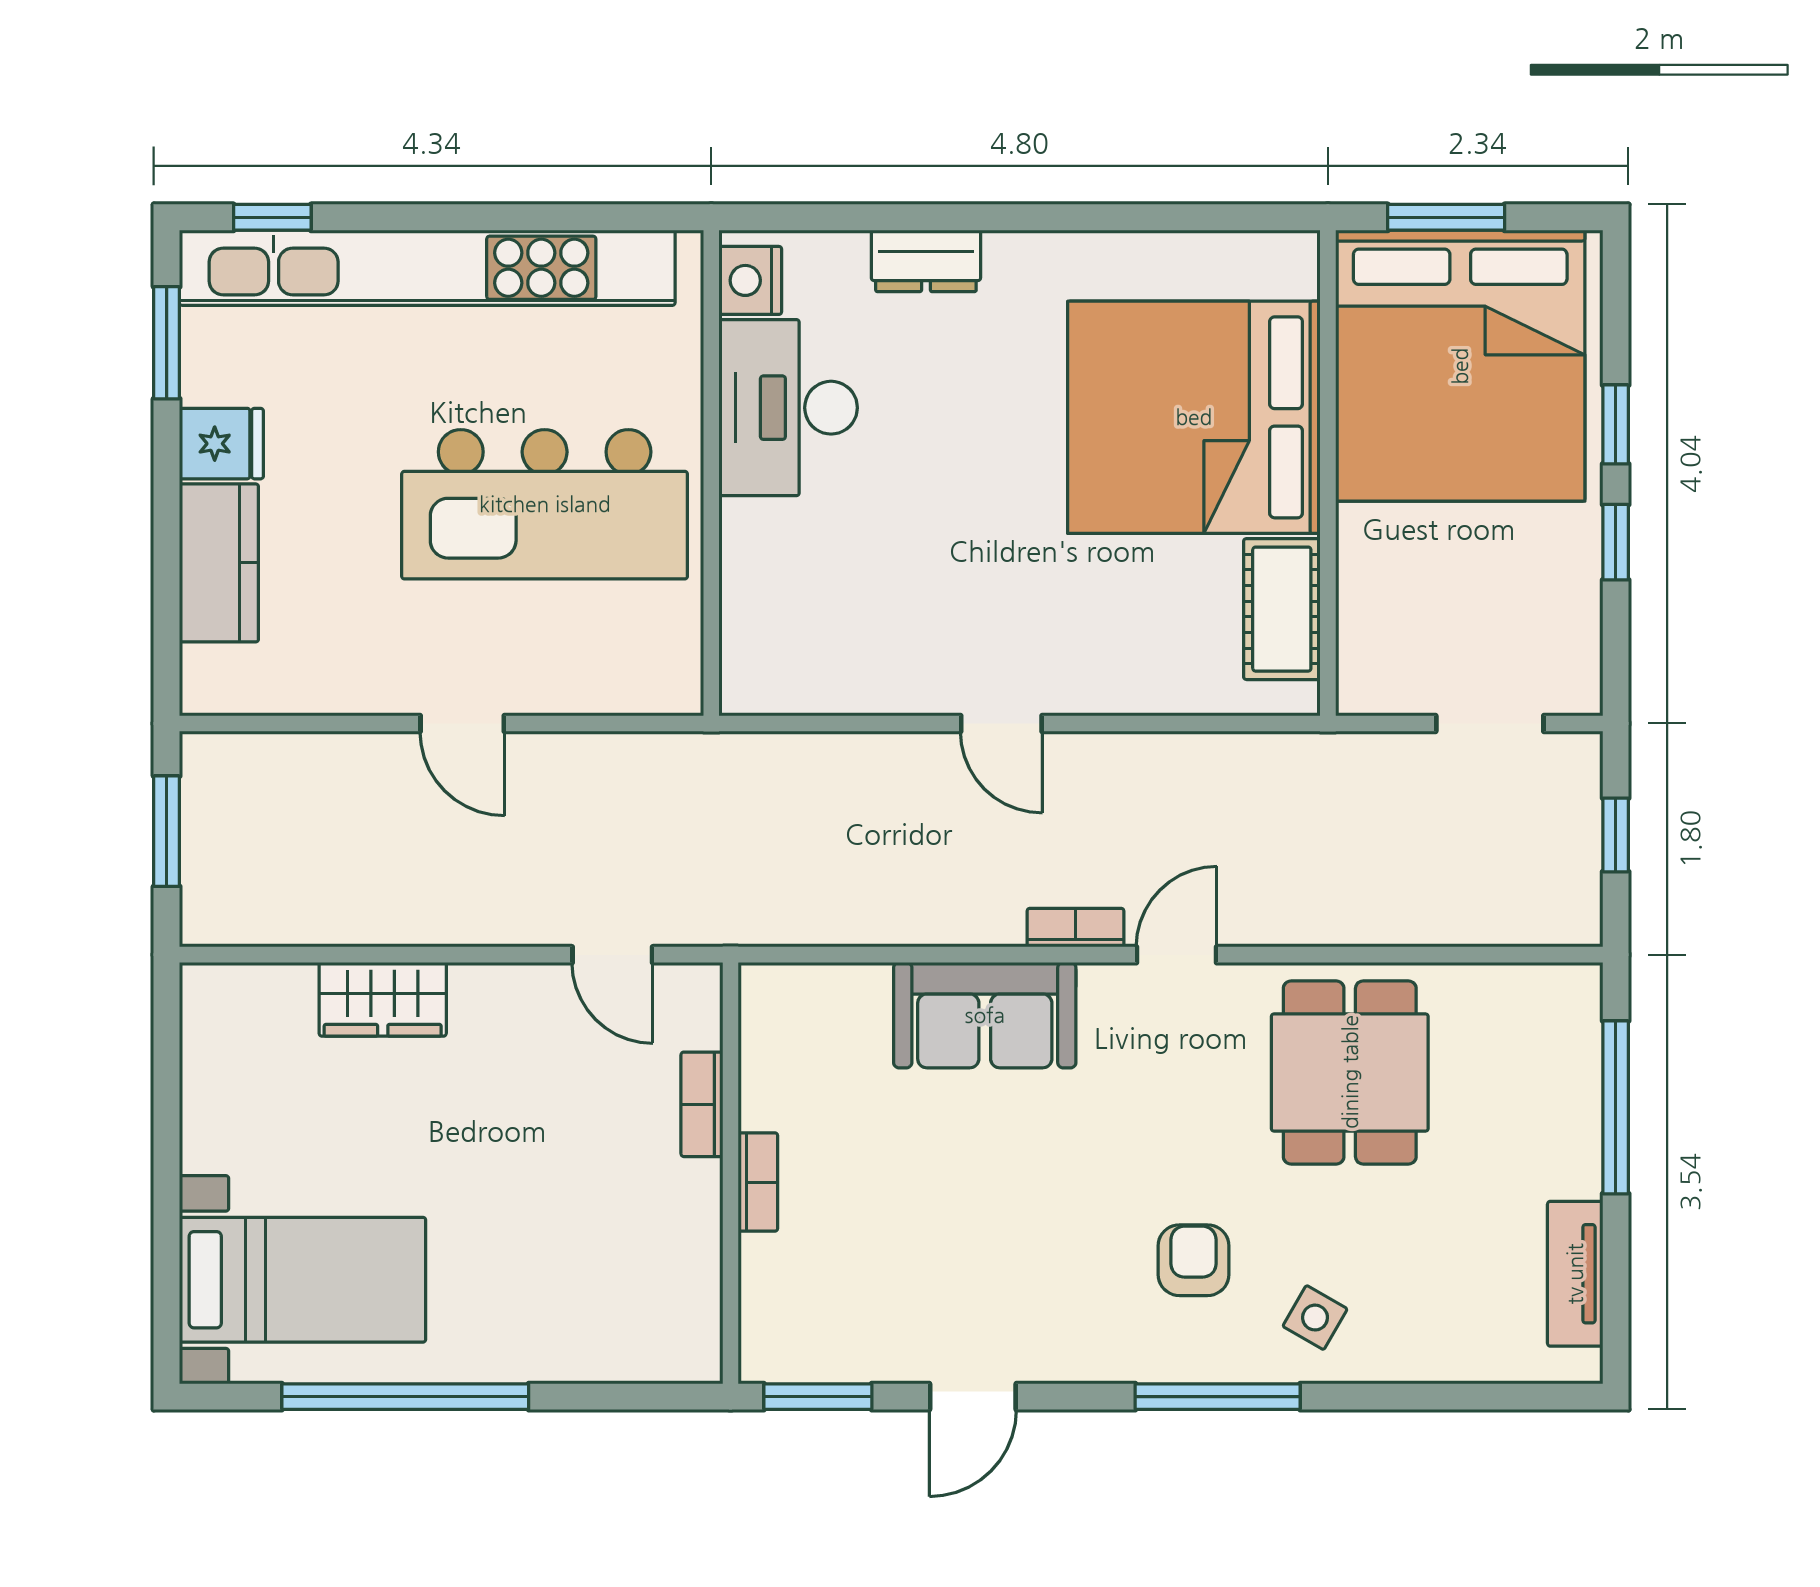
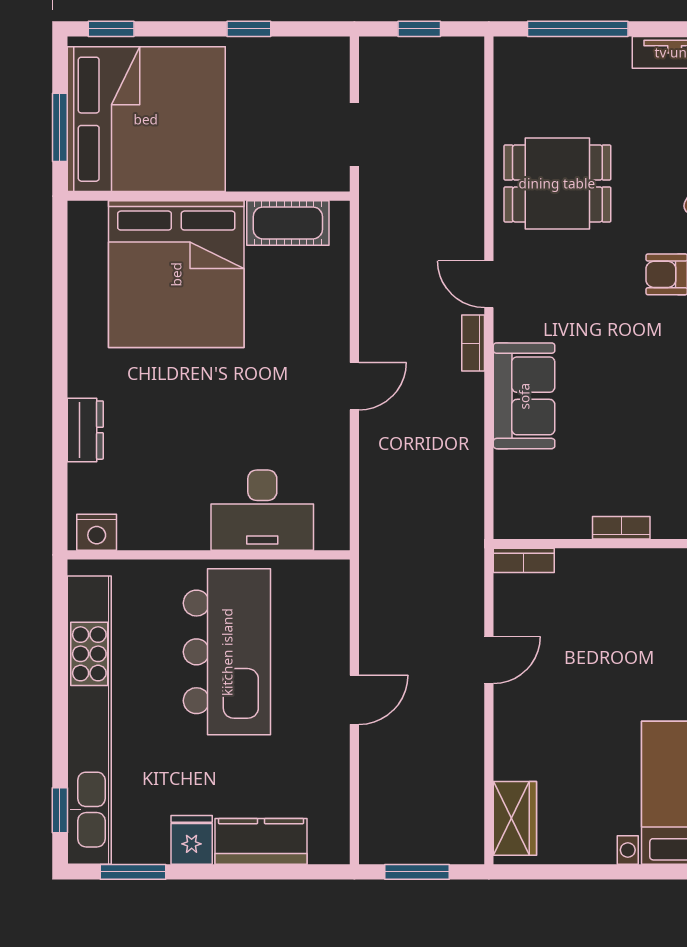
desk: (788, 408) -> (262, 510), moved
window: (1616, 424) -> (111, 29), moved
doorway: (1490, 723) -> (354, 135), moved
door: (612, 955) -> (489, 660), moved
wardrobe: (383, 999) -> (515, 818), moved
bookcase: (702, 1104) -> (524, 560), moved

